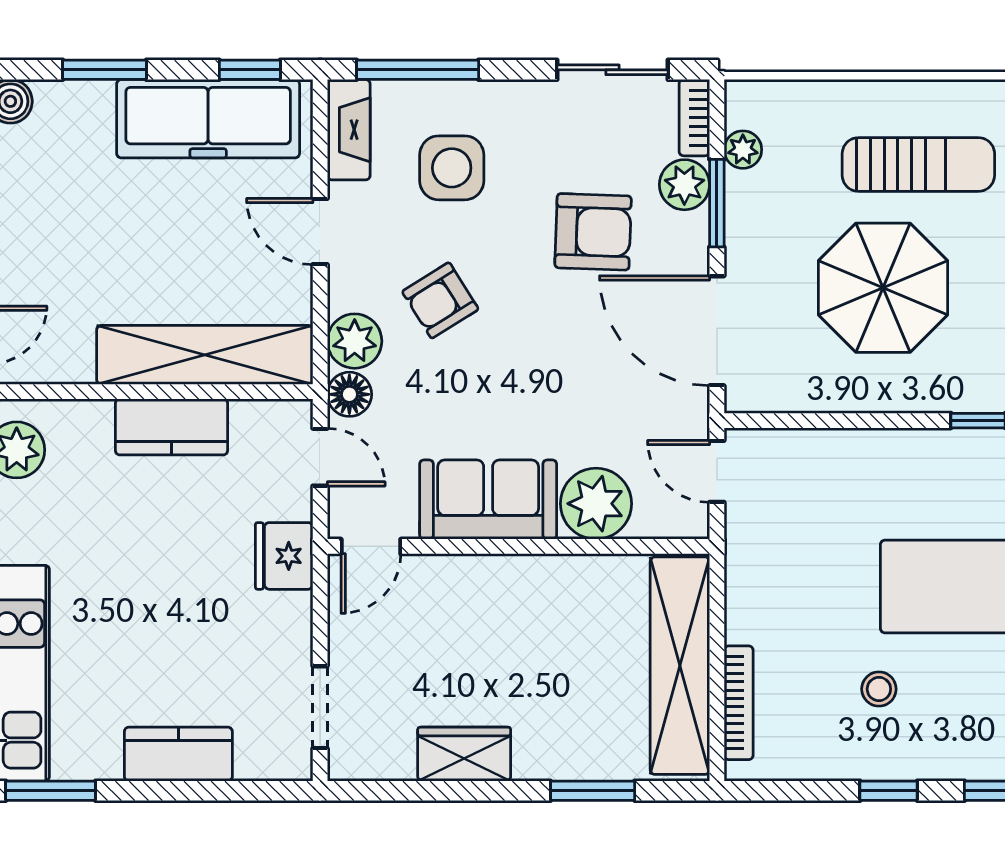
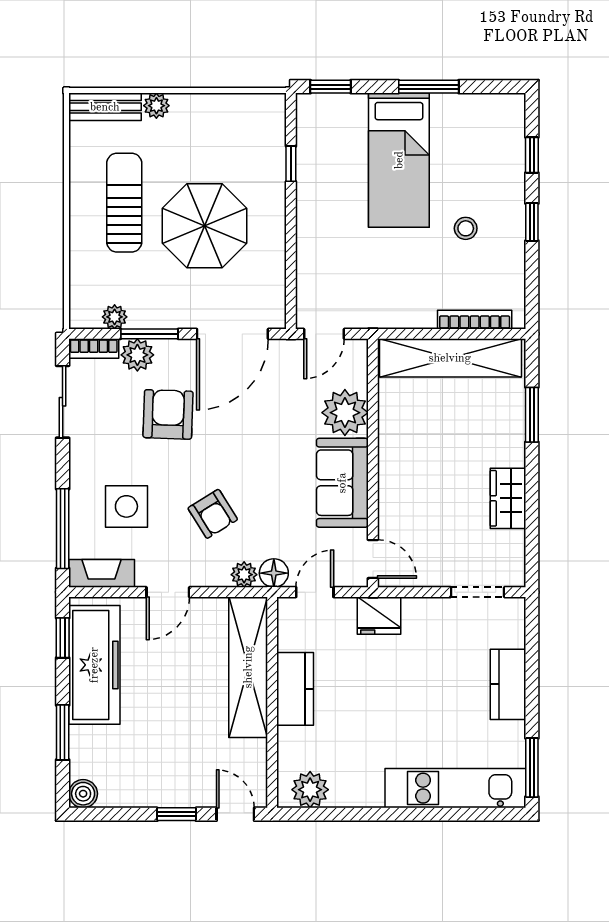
plant: (355, 341) -> (244, 575), width x0.73, depth x0.73

